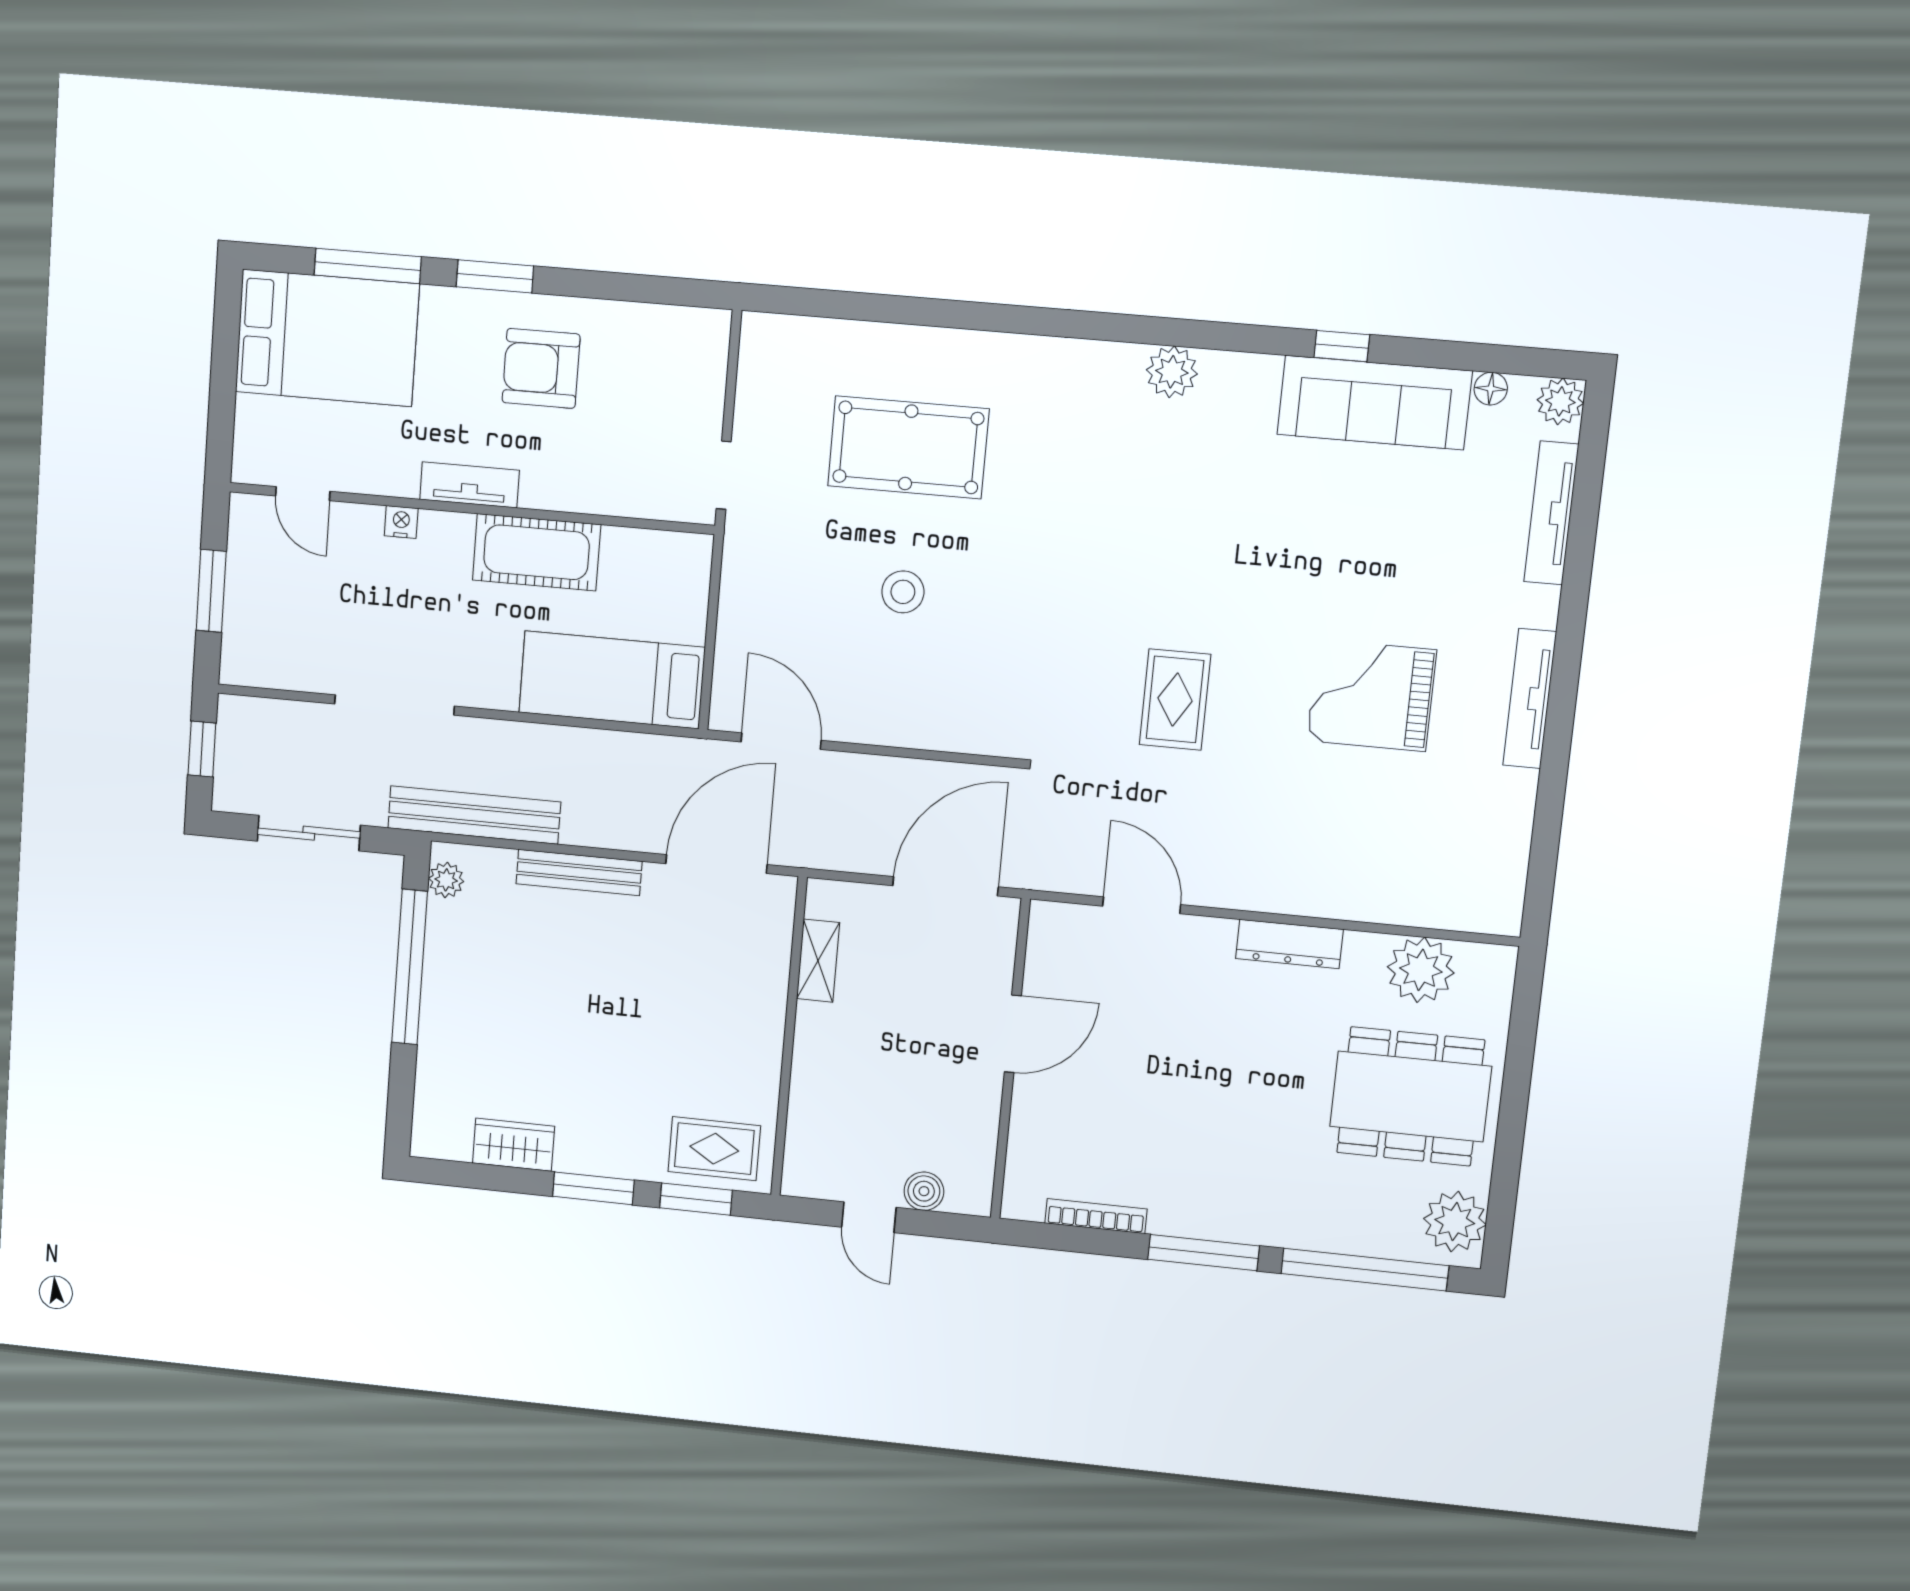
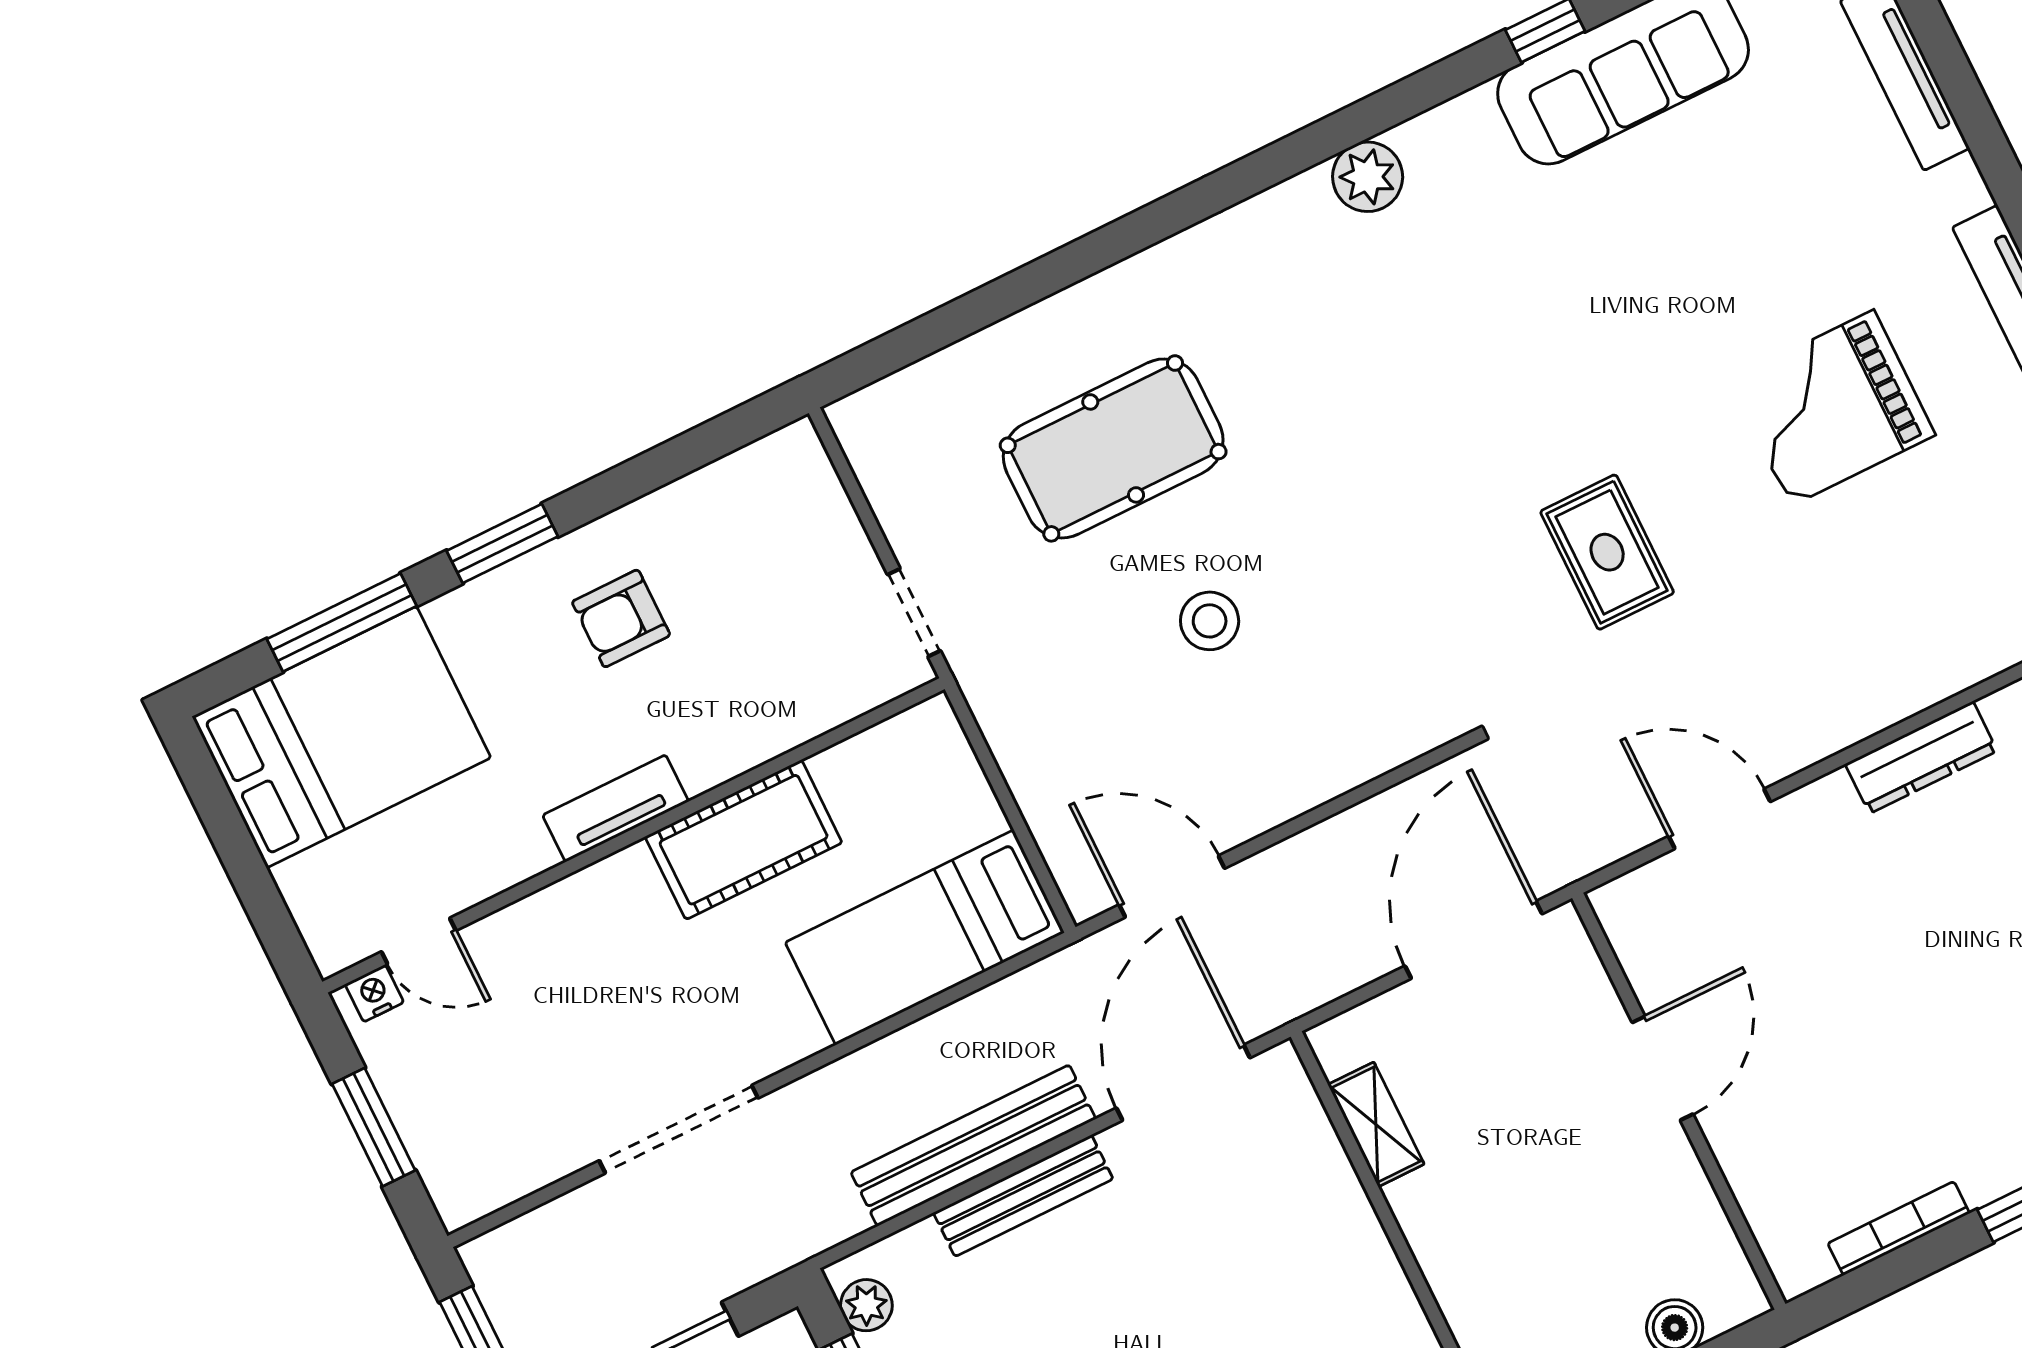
armchair: (541, 368) -> (621, 618), width x0.72, depth x0.72
nightstand: (401, 522) -> (374, 993), moved
bench: (474, 815) -> (973, 1146), moved

